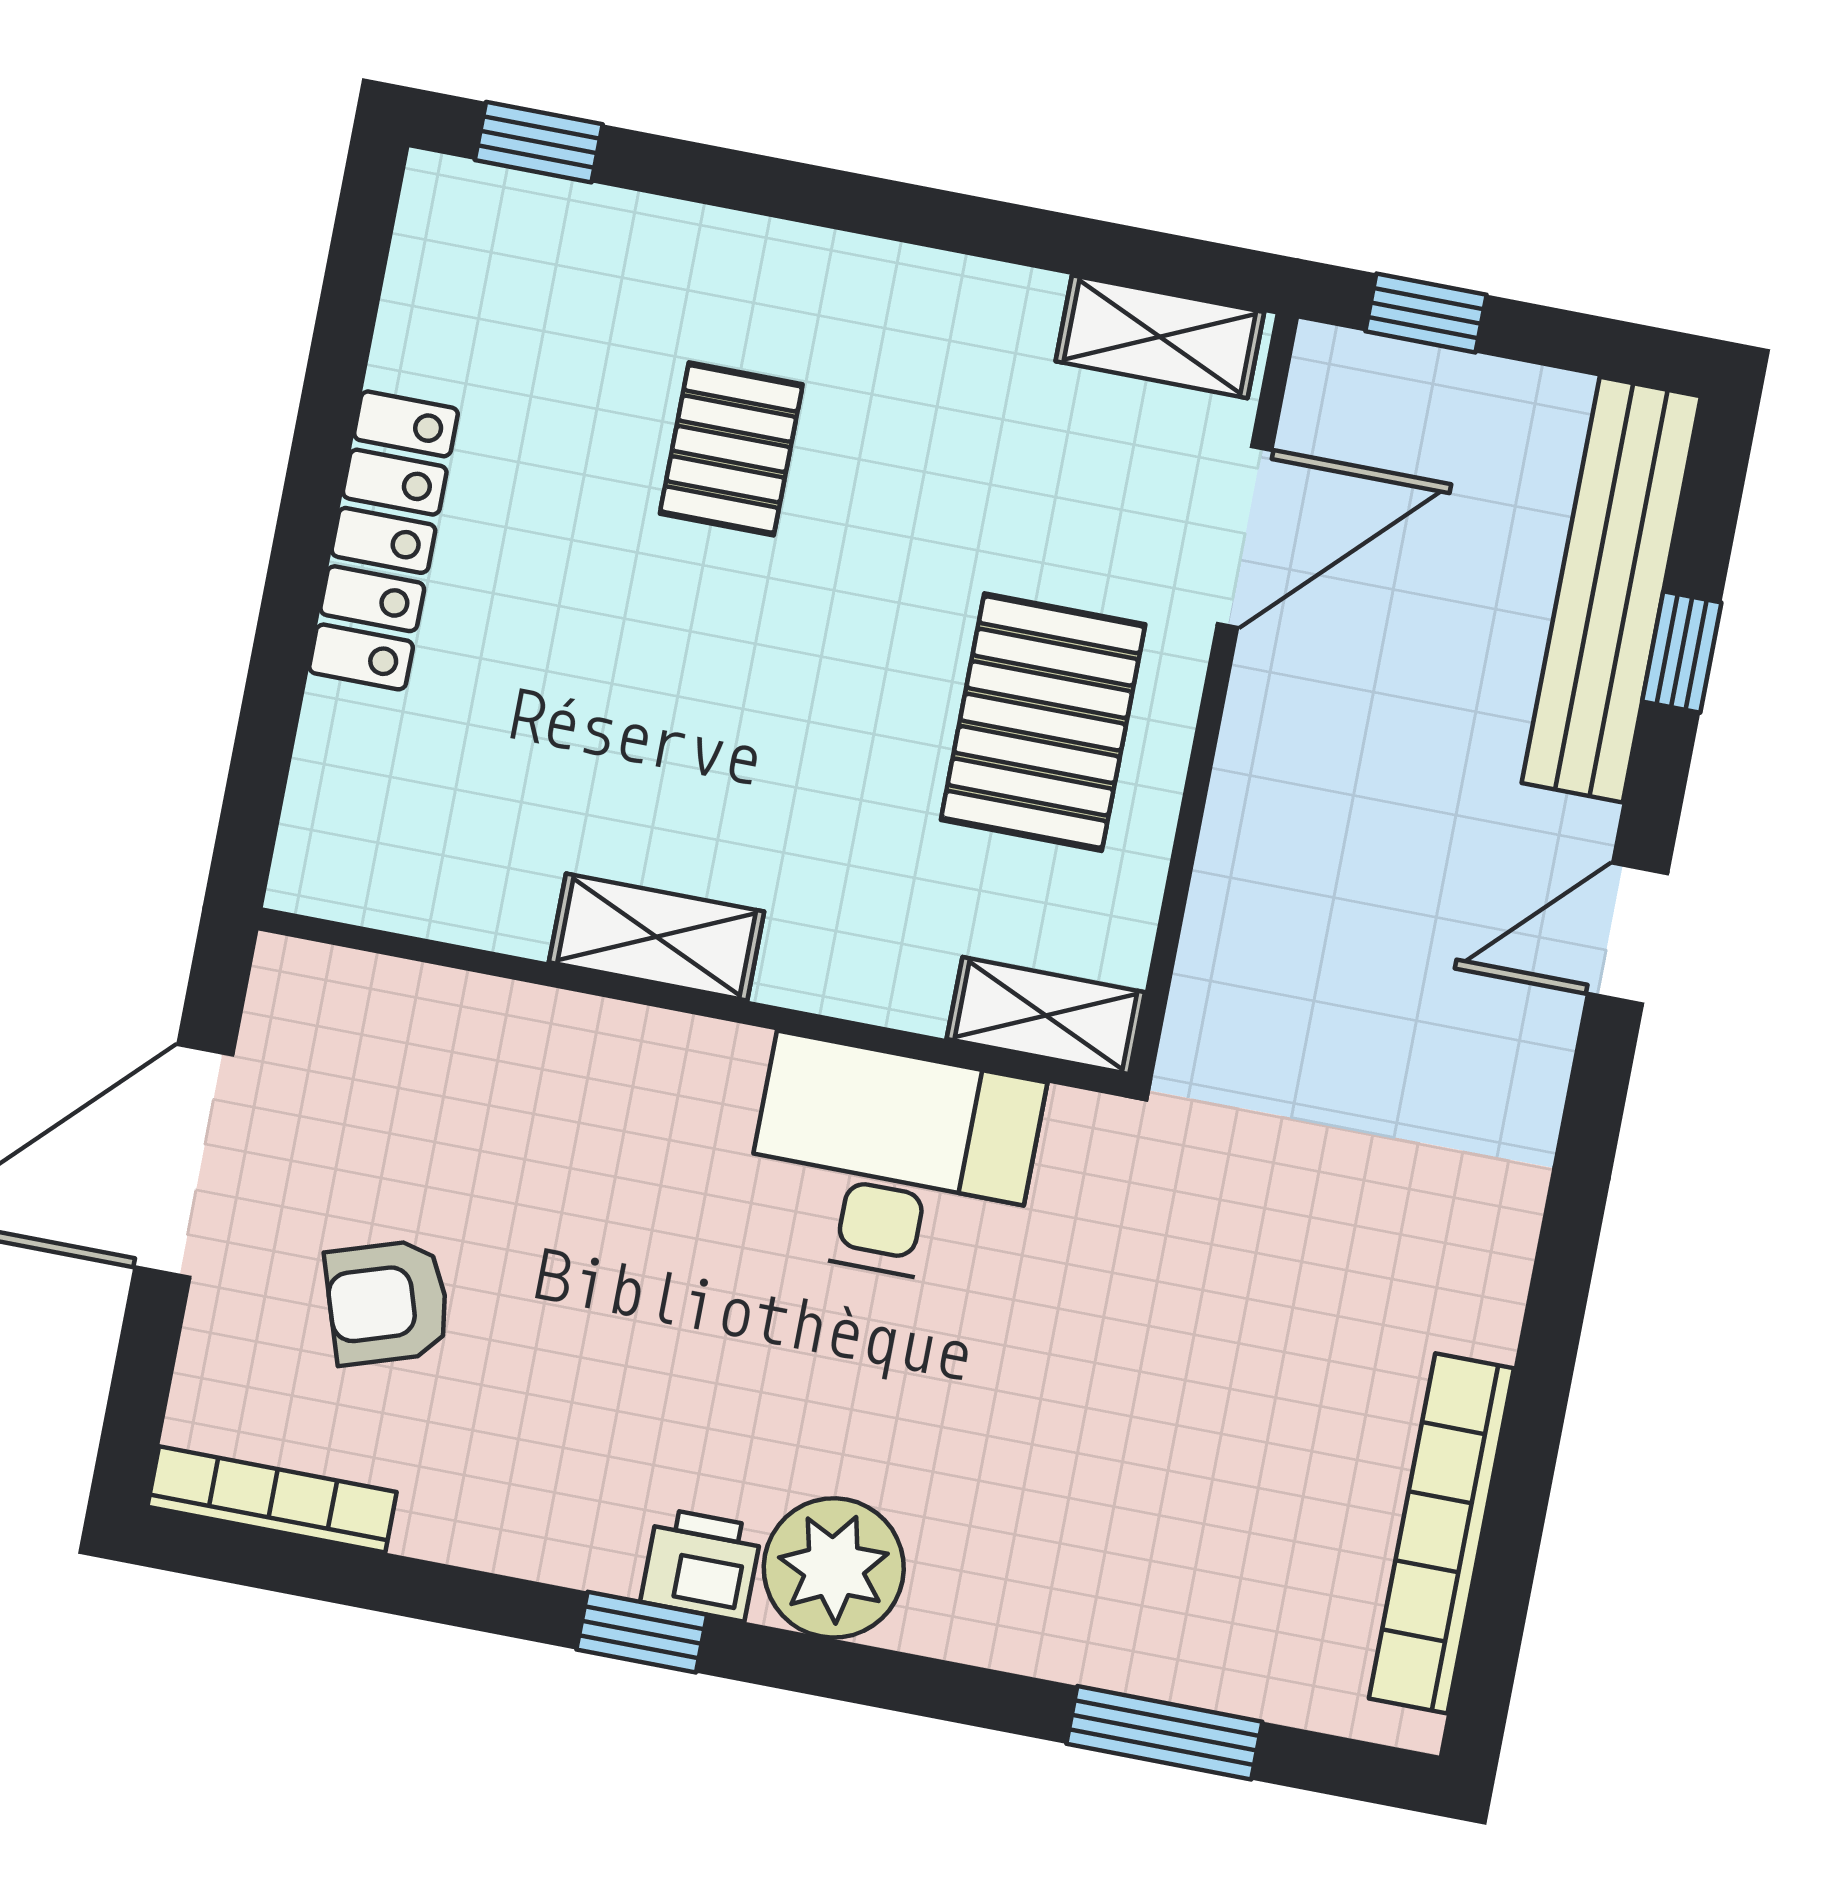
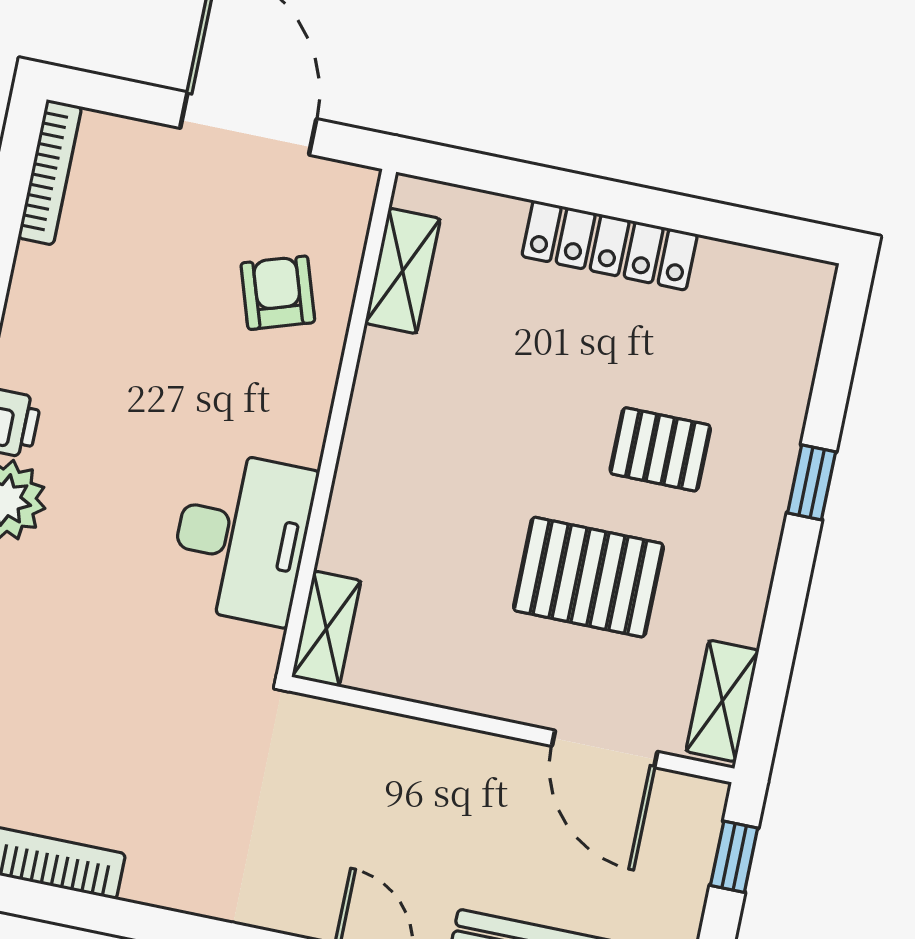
window: (539, 142) -> (812, 482), moved
pallet: (1043, 722) -> (588, 577), moved
shelving: (657, 937) -> (403, 271), moved
armchair: (388, 1302) -> (278, 293), moved

